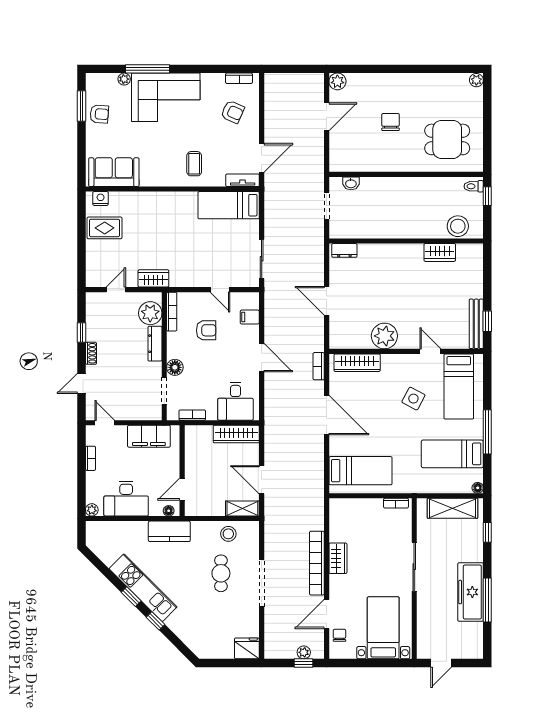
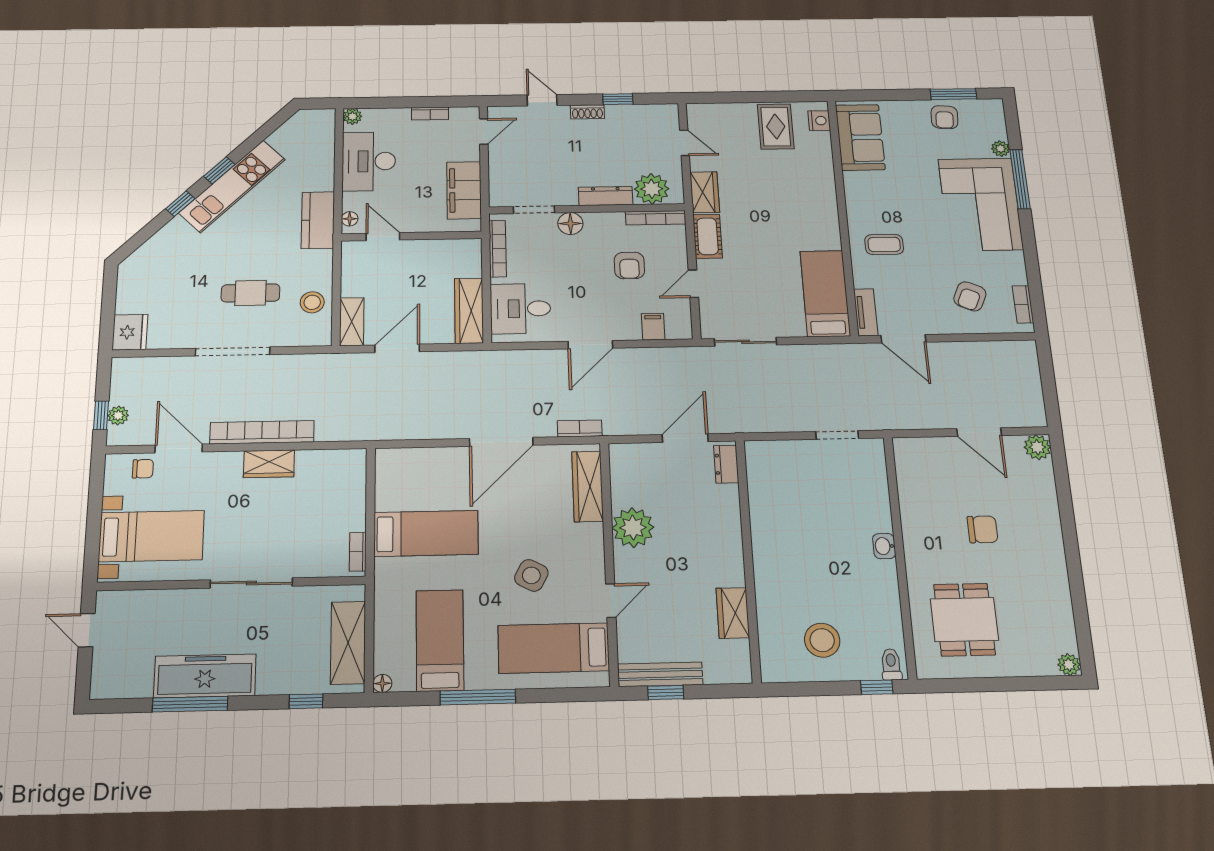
washbasin: (351, 183) -> (884, 546), moved
wall: (406, 241) -> (748, 559), moved
dresser: (344, 250) -> (726, 464), moved
wardrobe: (440, 252) -> (733, 613), moved
cot: (186, 278) -> (707, 236), added
bookcase: (192, 415) -> (498, 249), width x1.56
bed: (360, 471) -> (426, 533), moved, turned -90

